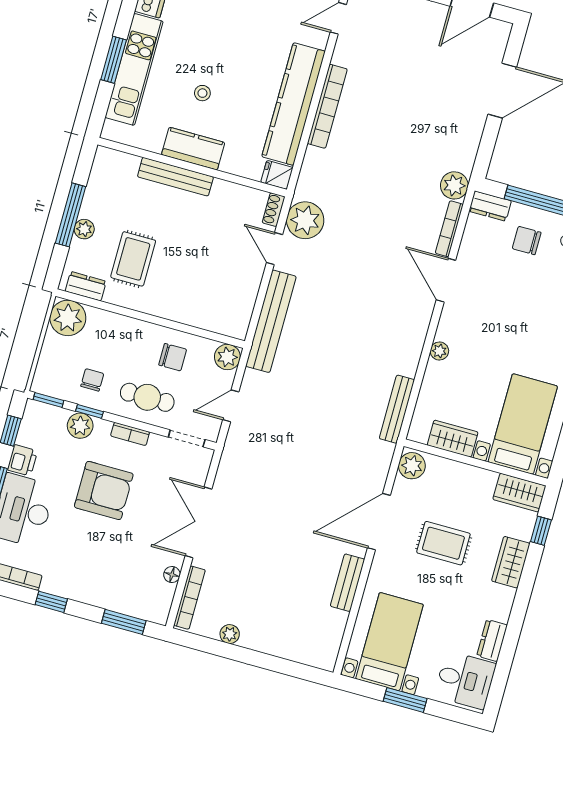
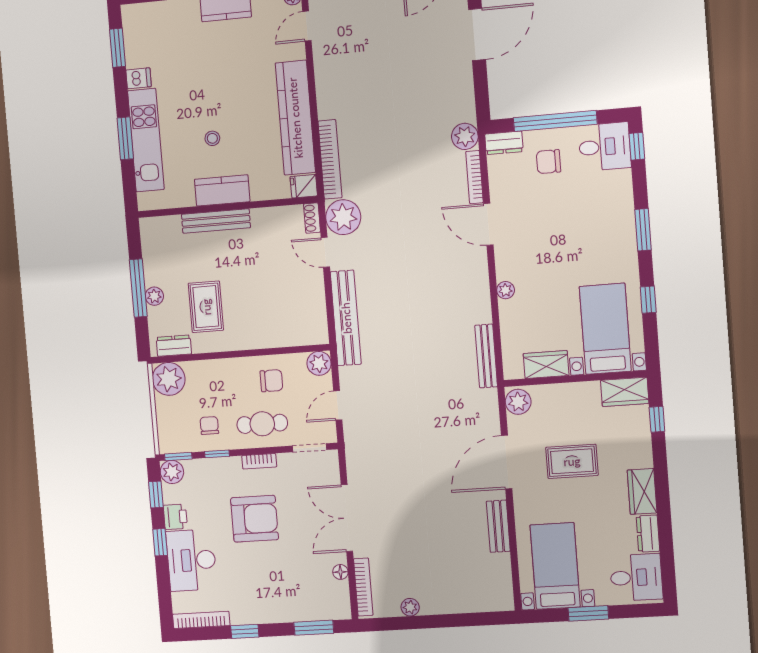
bookcase: (327, 106) -> (330, 159), moved
plant: (80, 426) -> (172, 472), moved
wardrobe: (511, 562) -> (642, 491), moved

